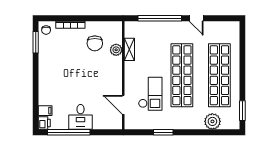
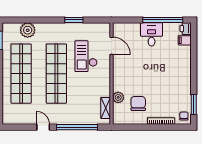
shelving: (129, 49) -> (106, 108), moved

